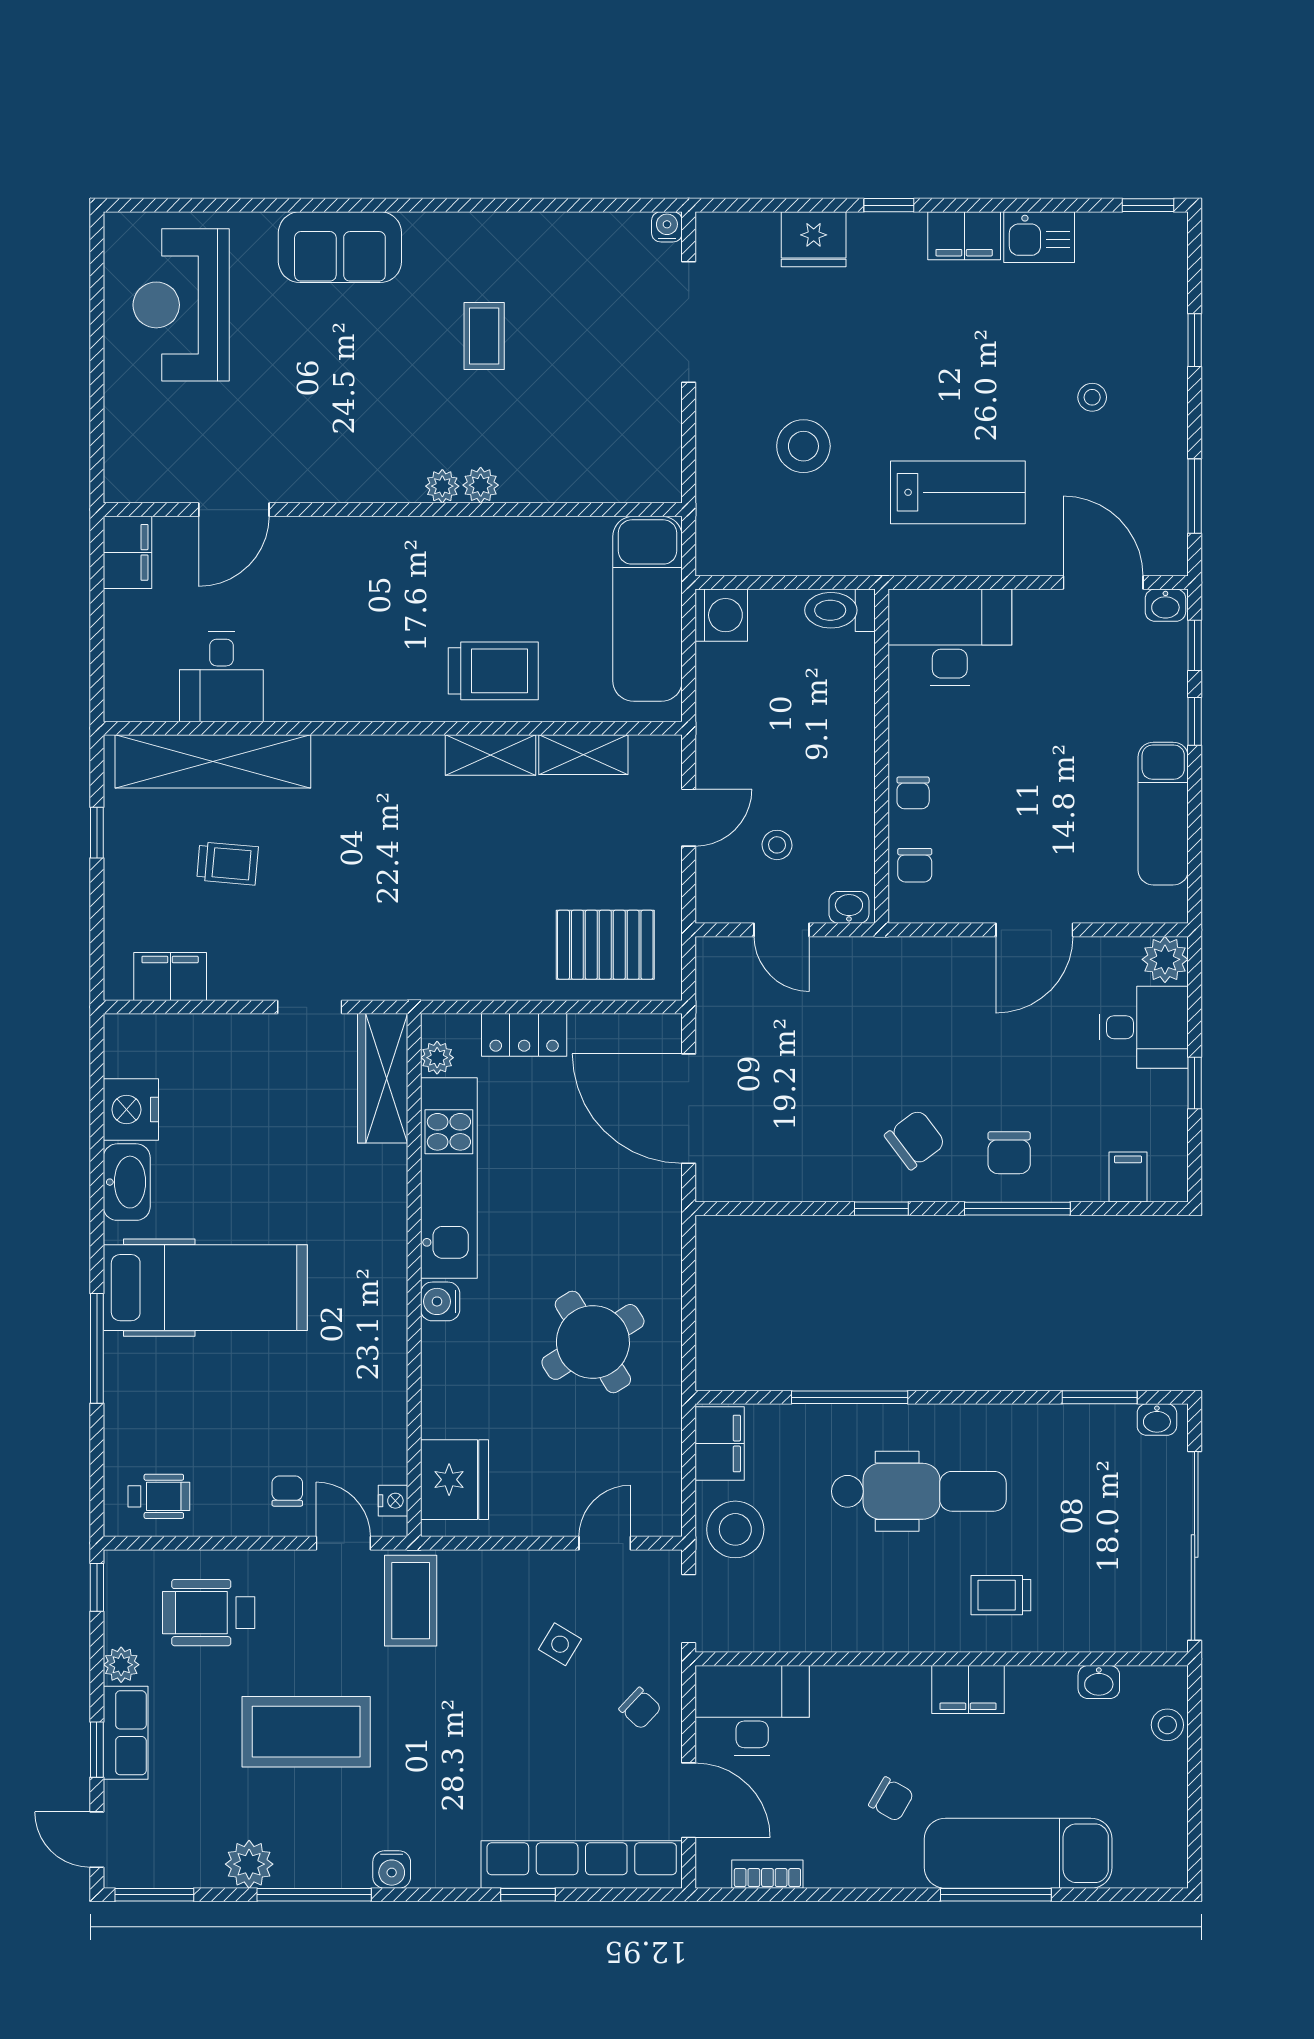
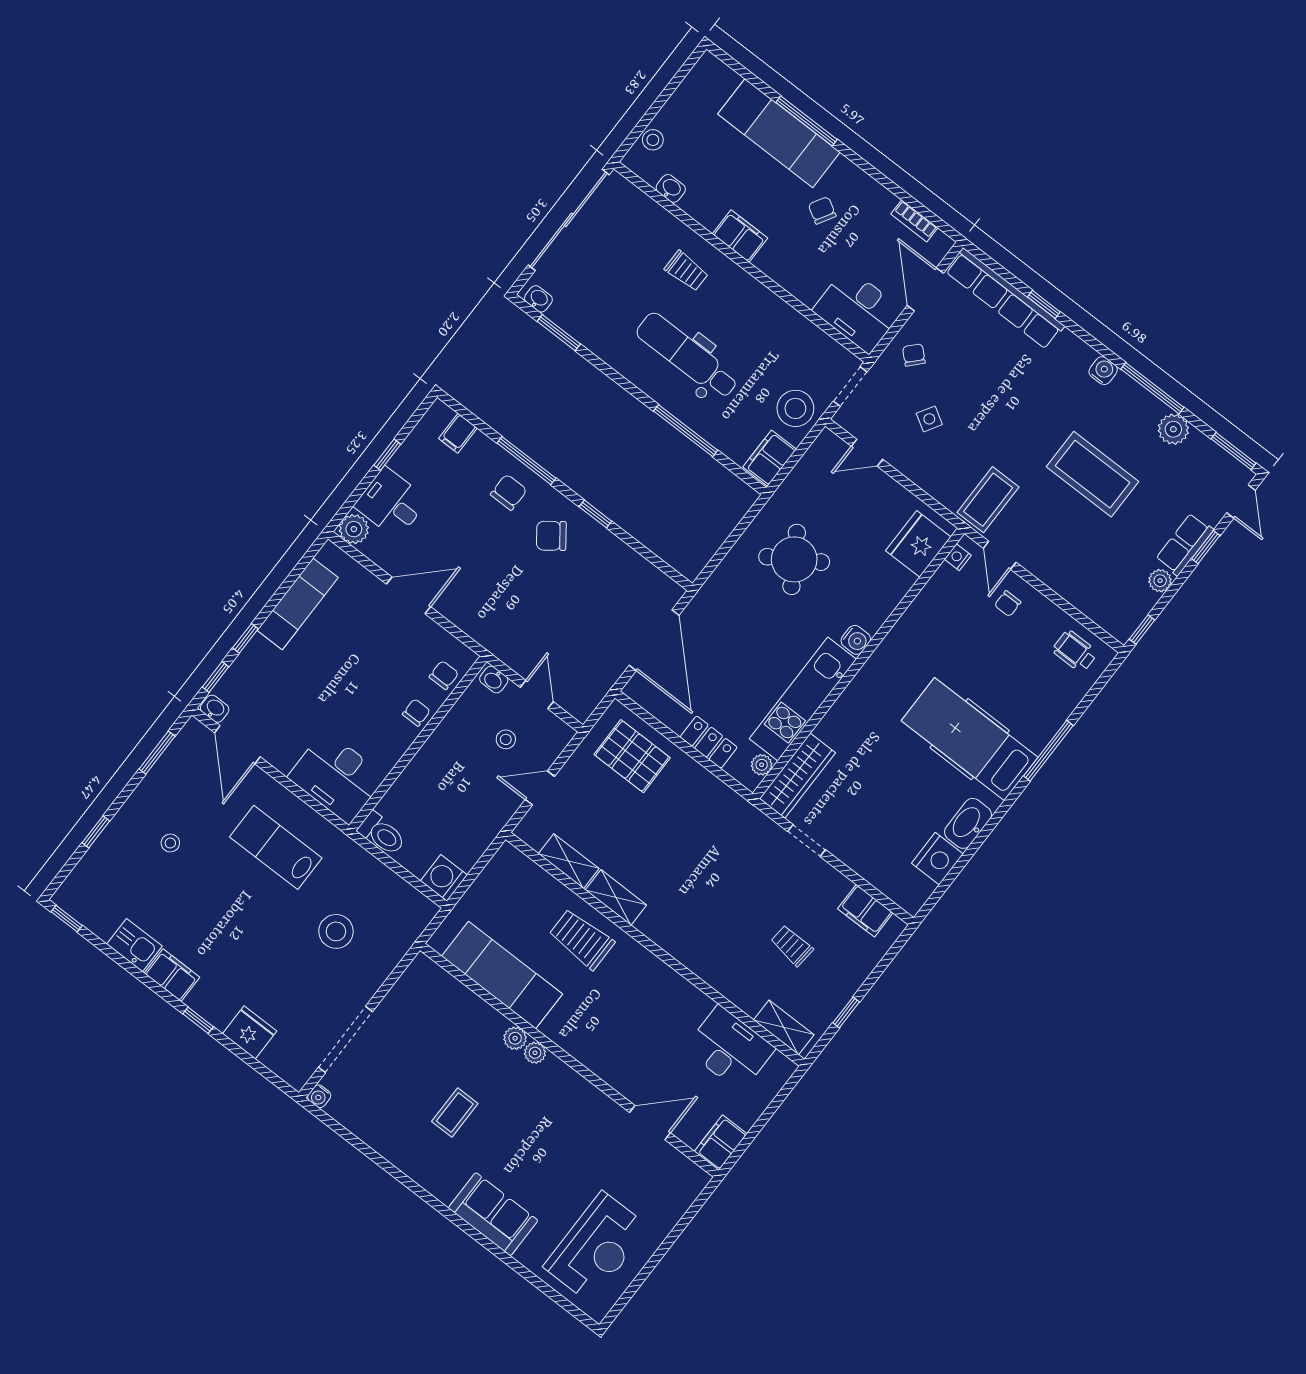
exam couch: (648, 609) -> (502, 975), moved, turned -90
desk: (221, 677) -> (730, 1049), width x1.37
shelving: (213, 761) -> (784, 1027), width x0.45, depth x0.75
wheelchair: (209, 1613) -> (1095, 573), removed

